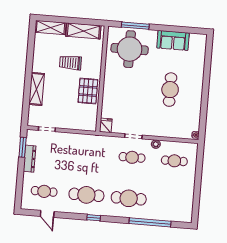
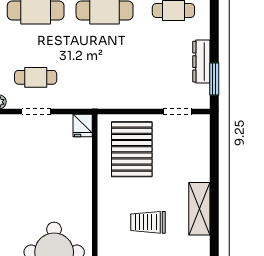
trolley: (70, 63) -> (148, 222), turned 180
shelving: (37, 89) -> (199, 209), moved
pallet: (88, 91) -> (132, 149), moved, width x1.37, depth x1.41

